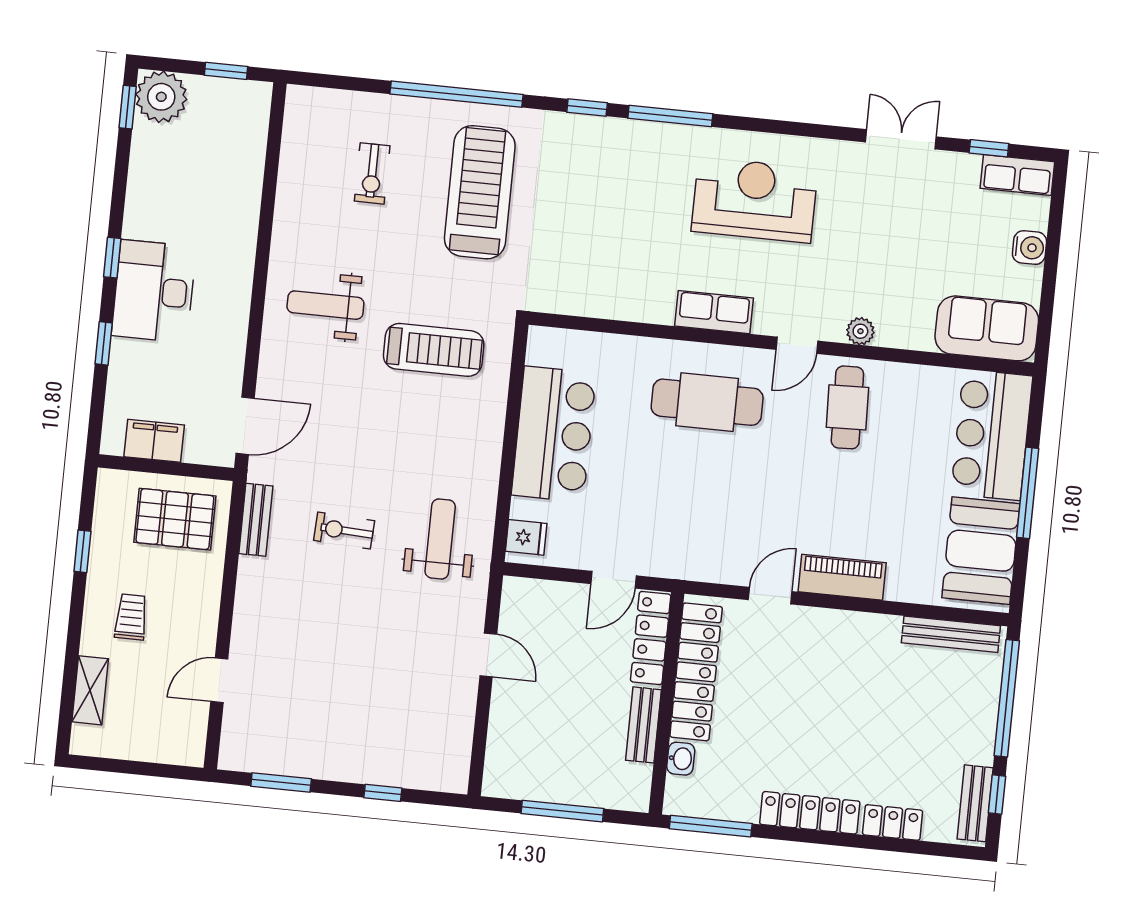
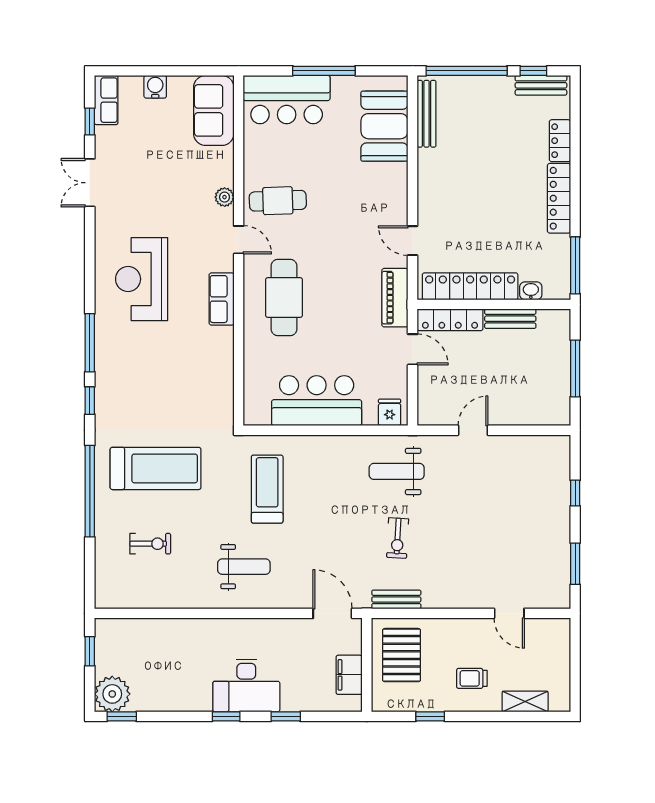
treadmill: (480, 192) -> (156, 468), turned 180
weight bench: (325, 305) -> (244, 567), turned -90
booth: (981, 551) -> (384, 126), moved, turned 90
piano: (842, 577) -> (395, 298), moved

